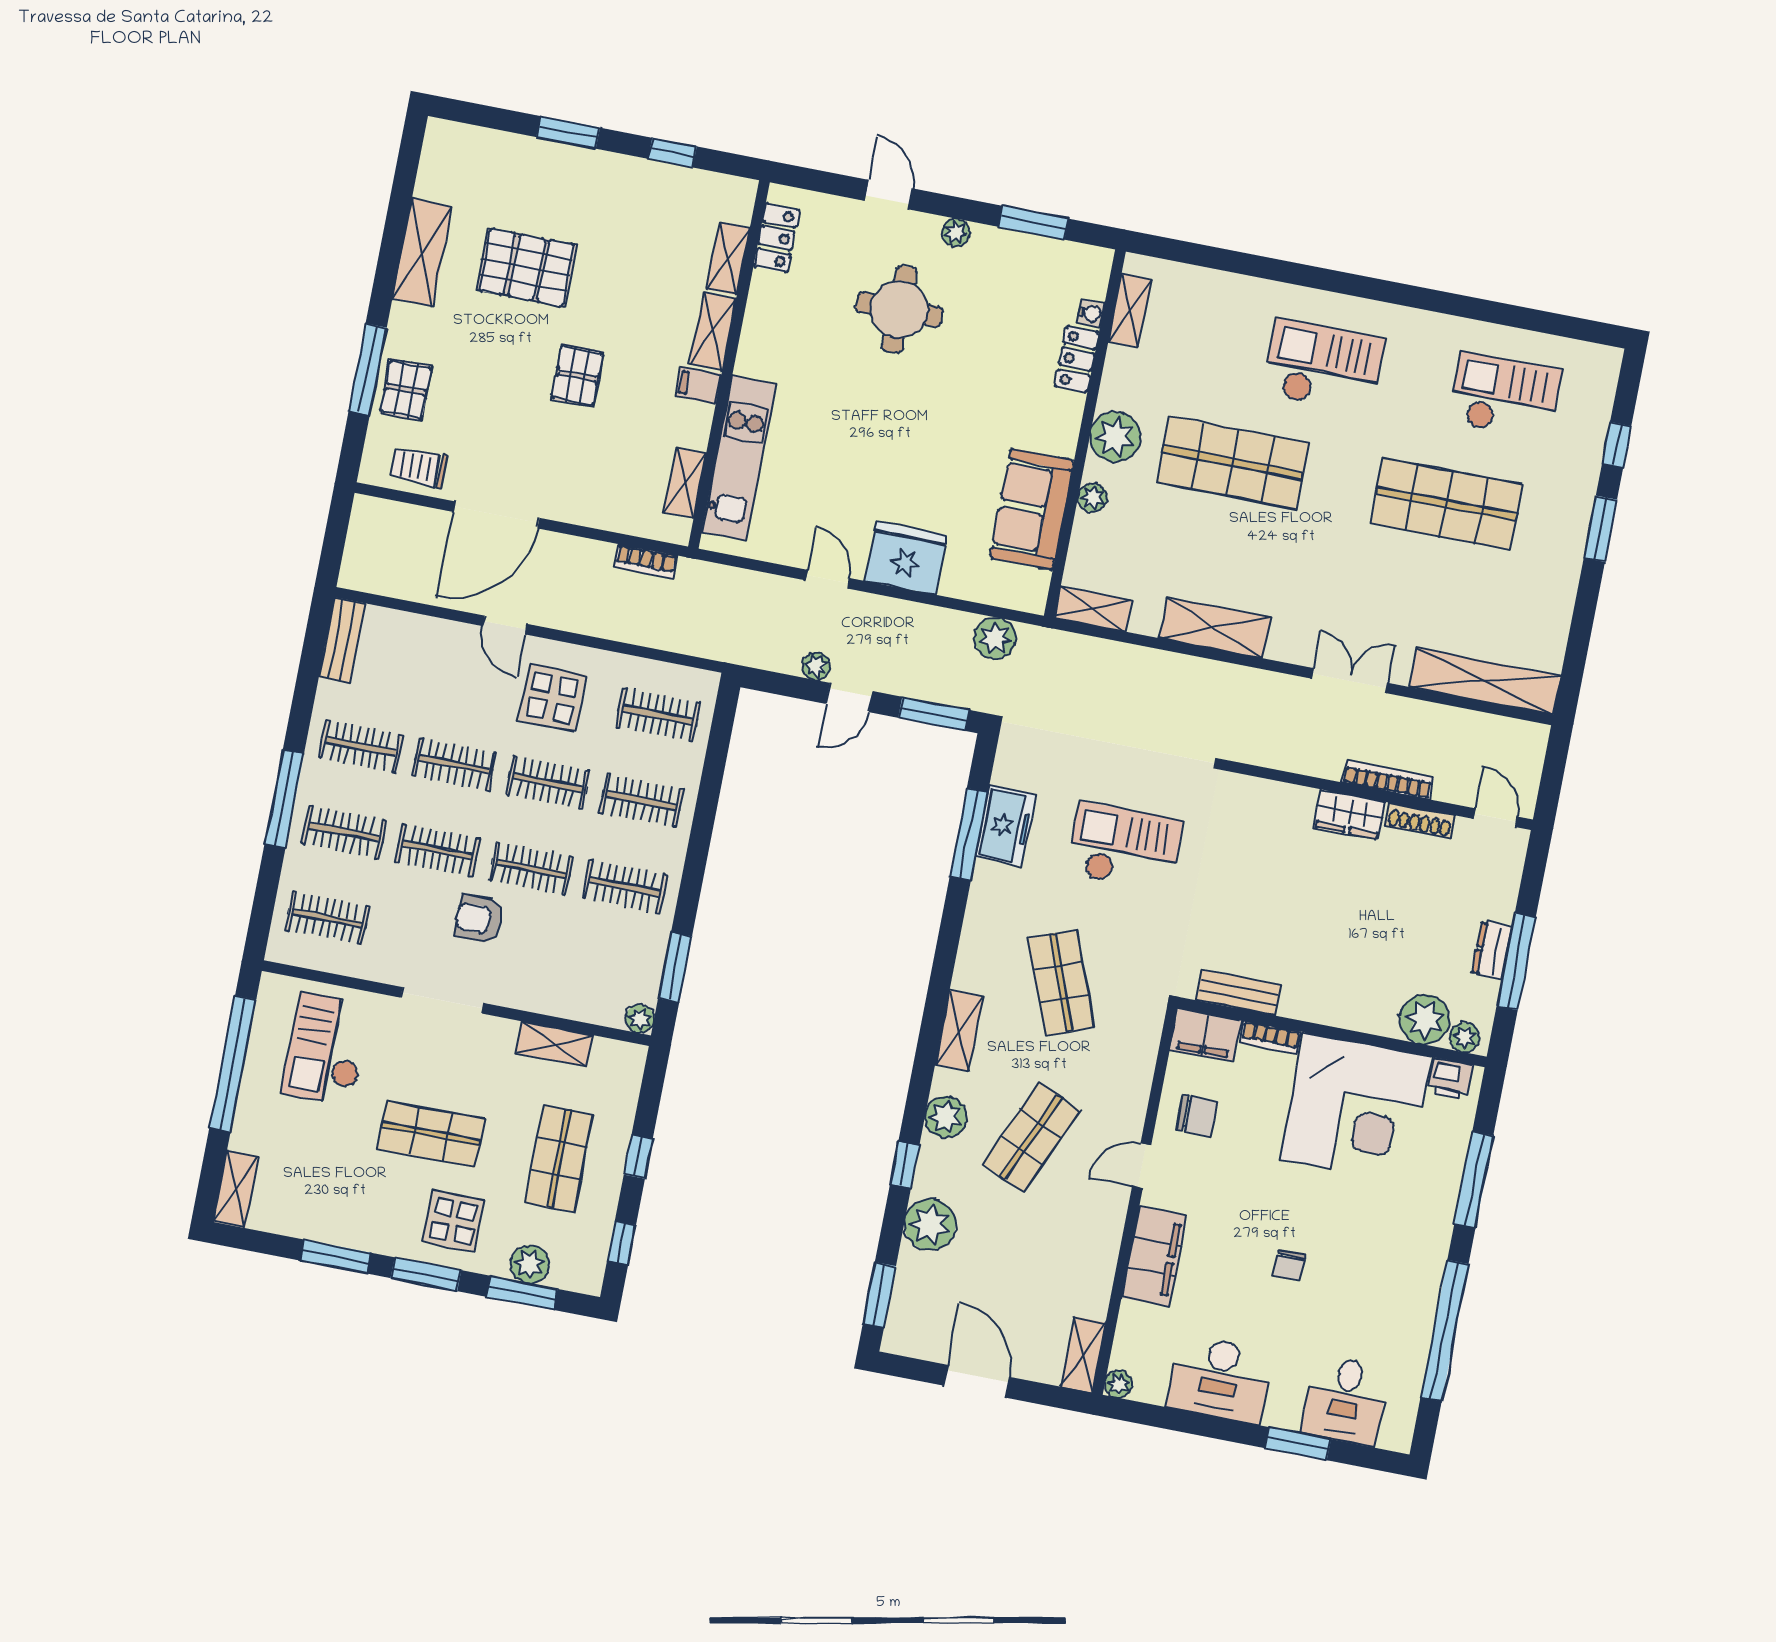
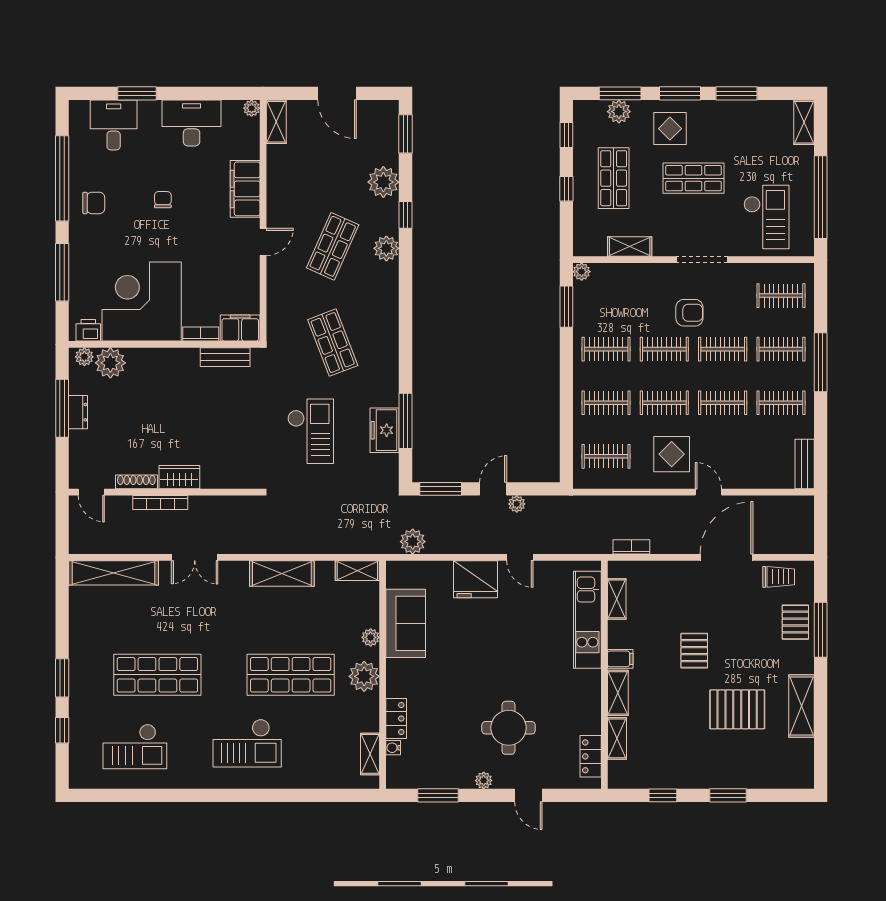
checkout: (1124, 847) -> (311, 431), turned -90
shelving: (959, 1031) -> (389, 302), removed
chair: (1197, 1116) -> (94, 203), moved, turned 180

